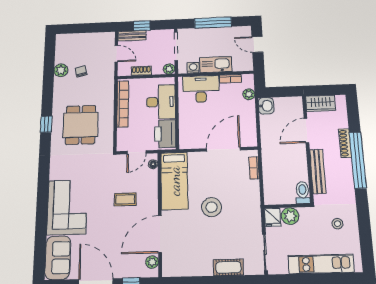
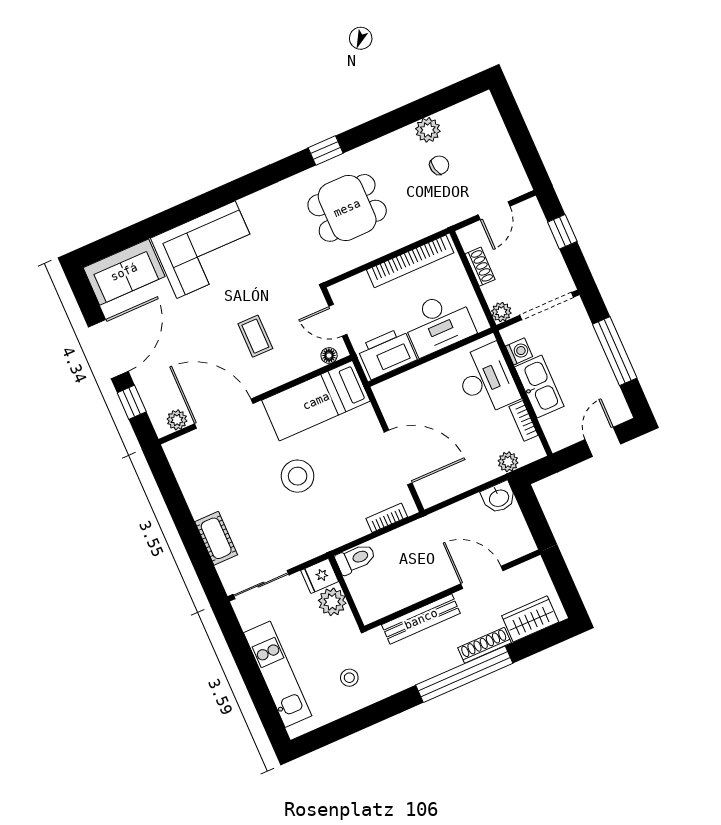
bench: (132, 36) -> (537, 223), removed
wardrobe: (321, 103) -> (530, 619), moved, turned 90
toilet: (303, 193) -> (356, 559), moved

